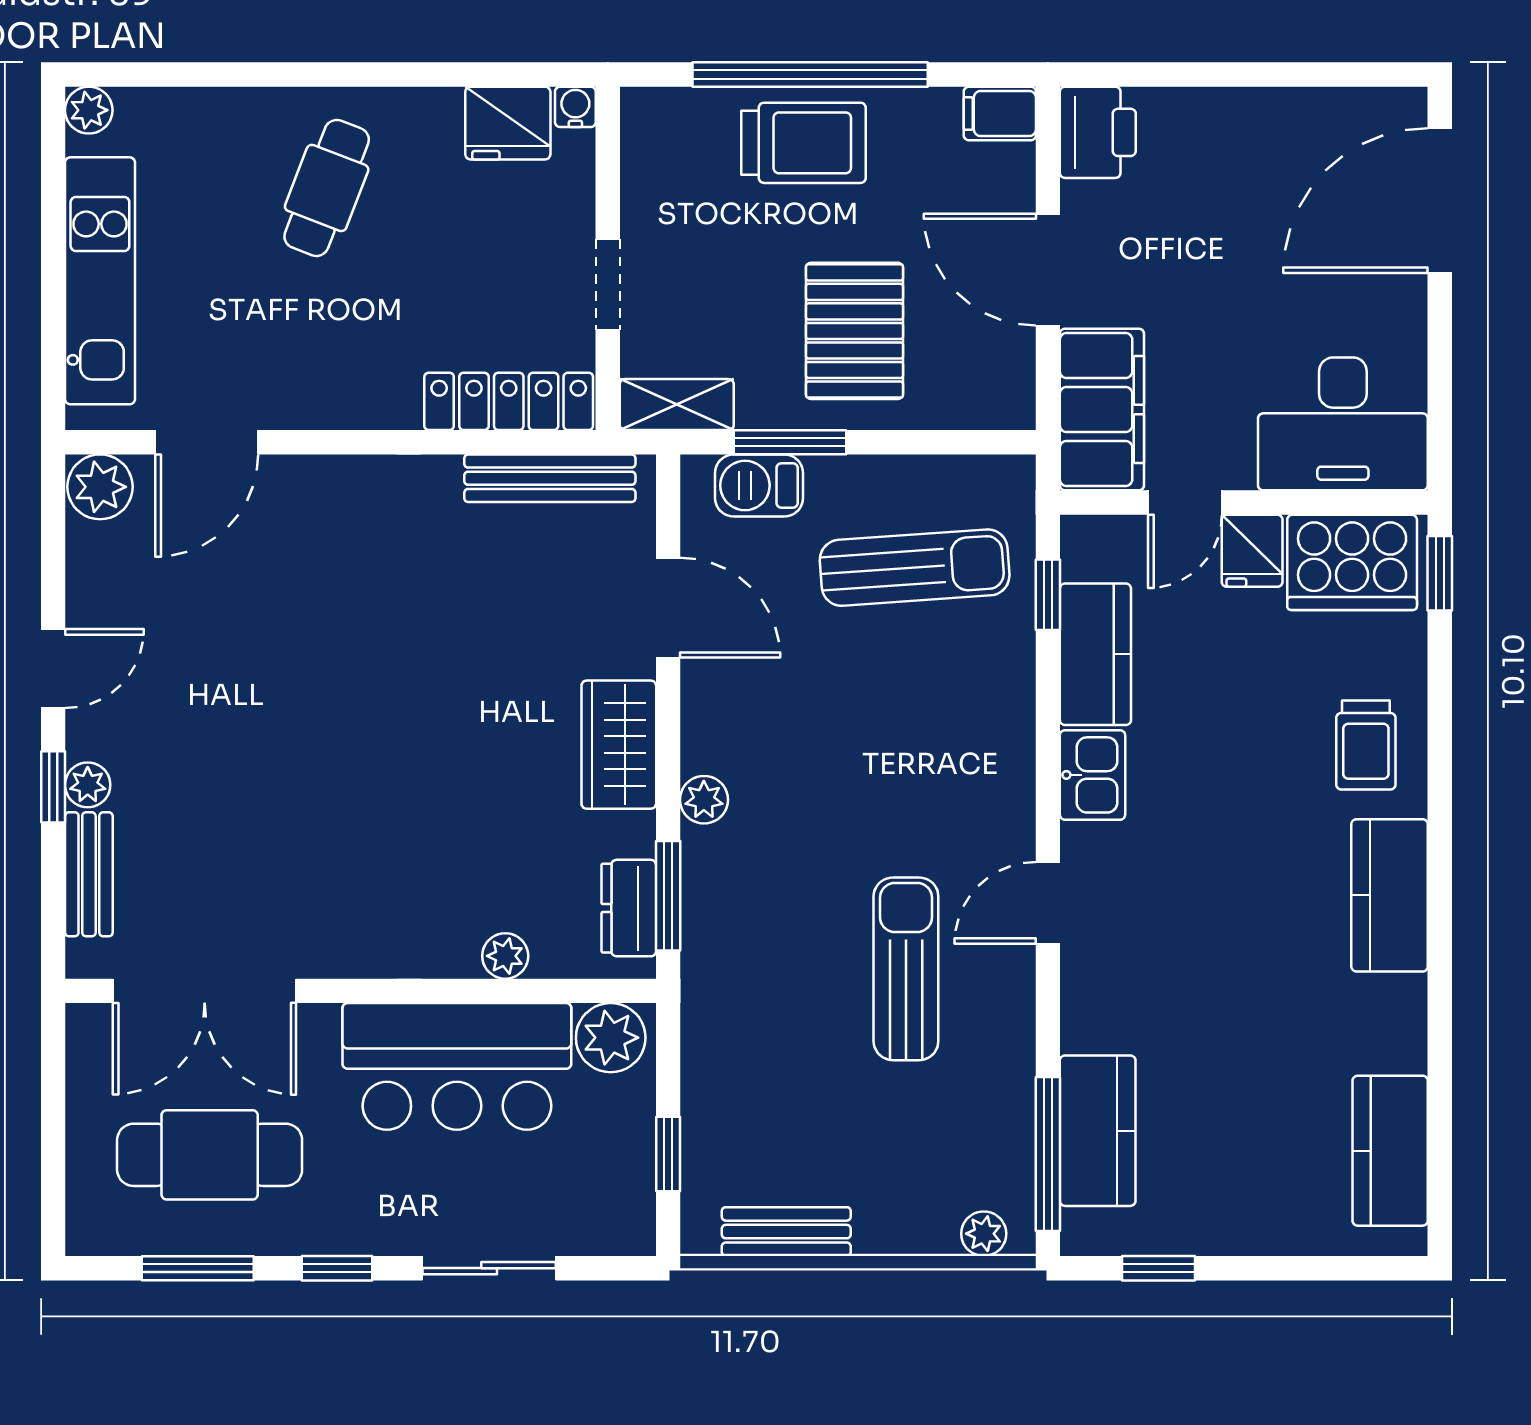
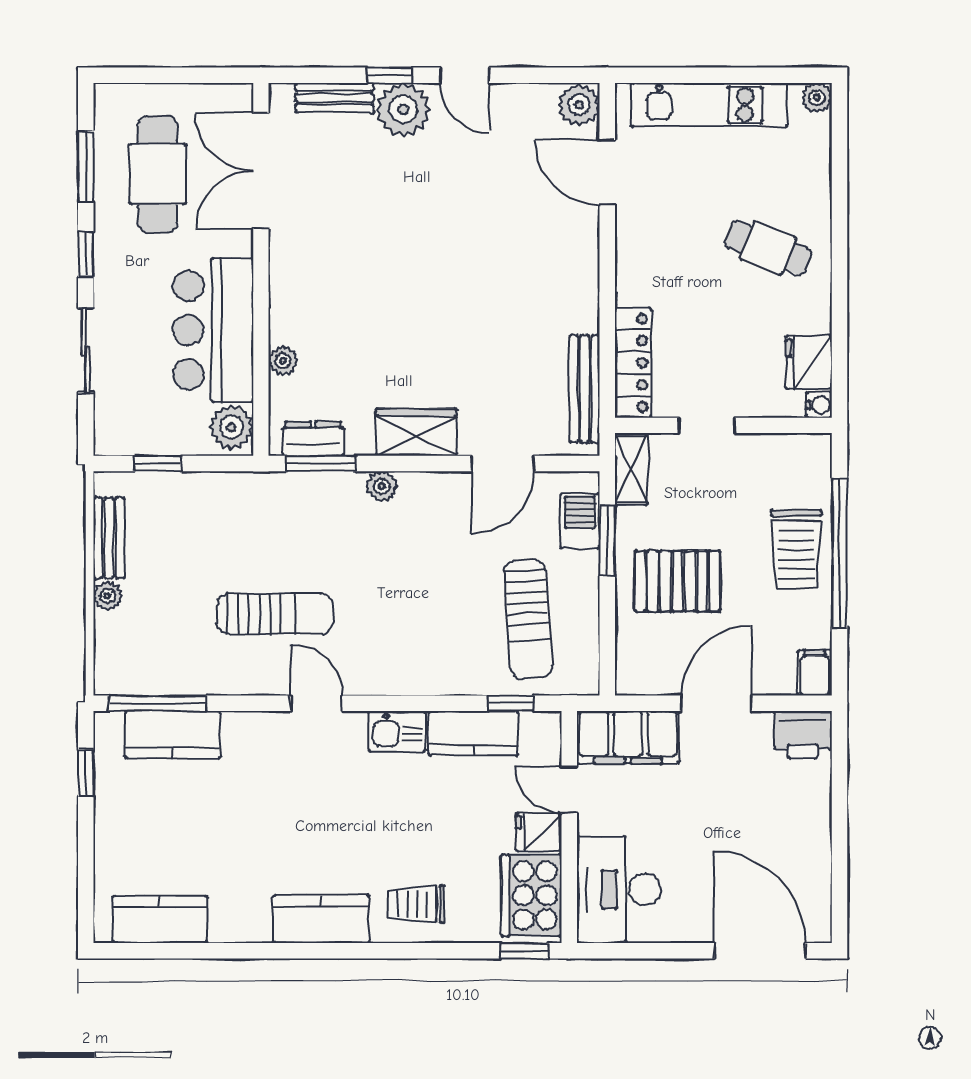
plant: (88, 785) -> (403, 109), width x1.87, depth x1.87
plant: (984, 1234) -> (108, 596), moved

